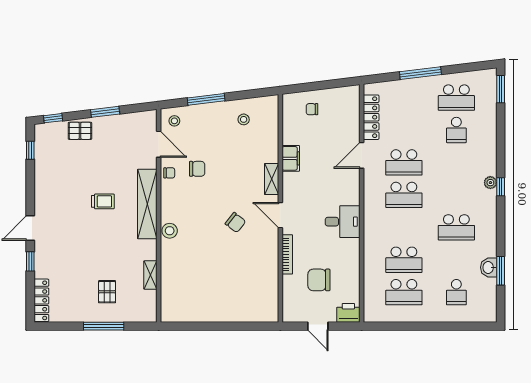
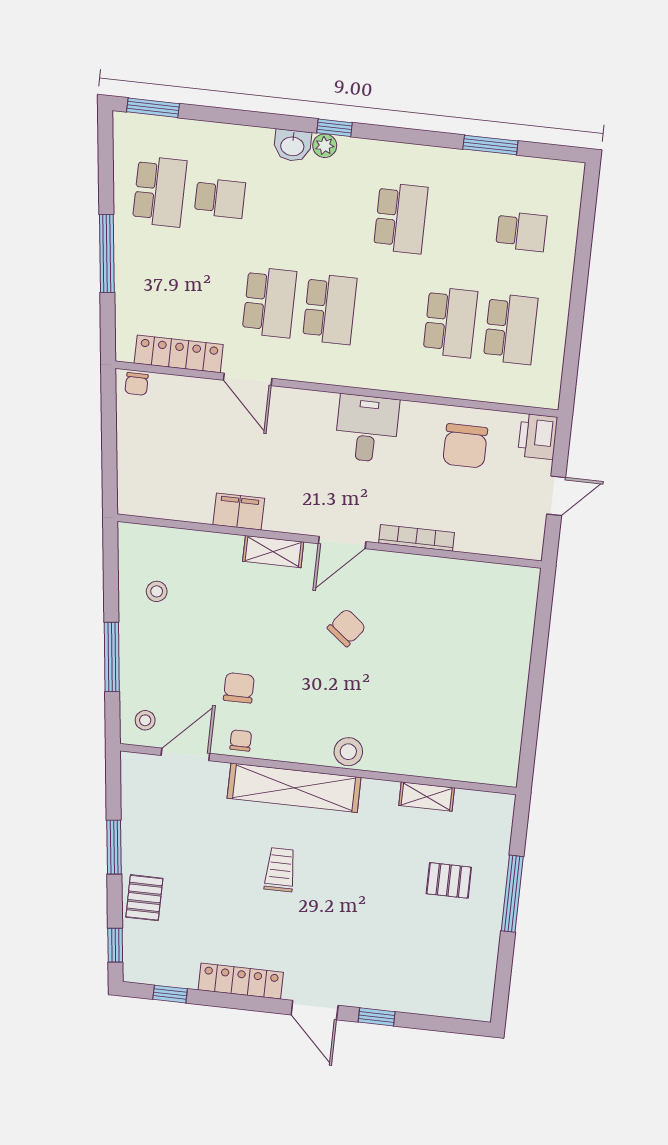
chair: (312, 109) -> (137, 384), moved
washbasin: (489, 267) -> (292, 145), moved
chair: (319, 280) -> (465, 446), moved
locker: (41, 300) -> (241, 981), moved

